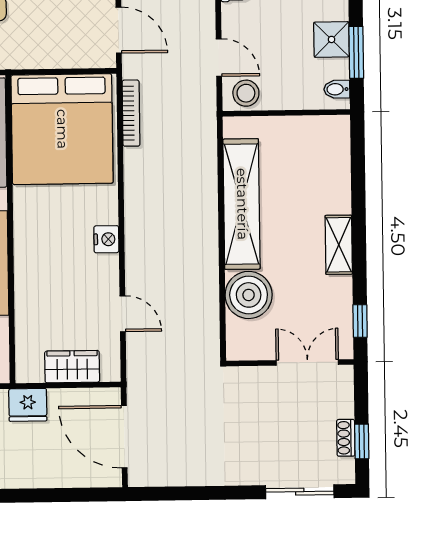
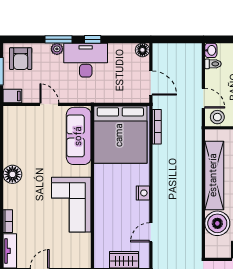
door: (123, 314) -> (151, 232), swing flipped

